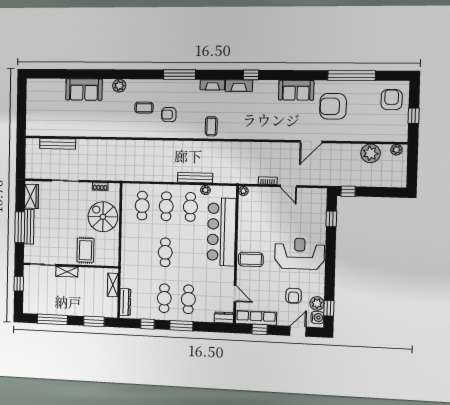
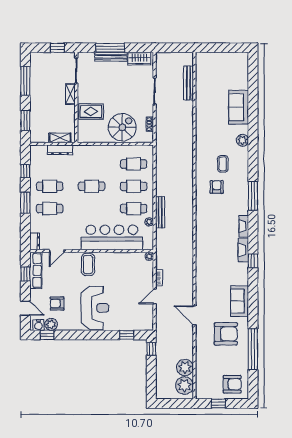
armchair: (333, 106) -> (226, 334), turned 90
coffee table: (211, 126) -> (207, 226), removed
plant: (396, 150) -> (184, 385), width x1.88, depth x1.88
dresser: (125, 302) -> (60, 150), moved

